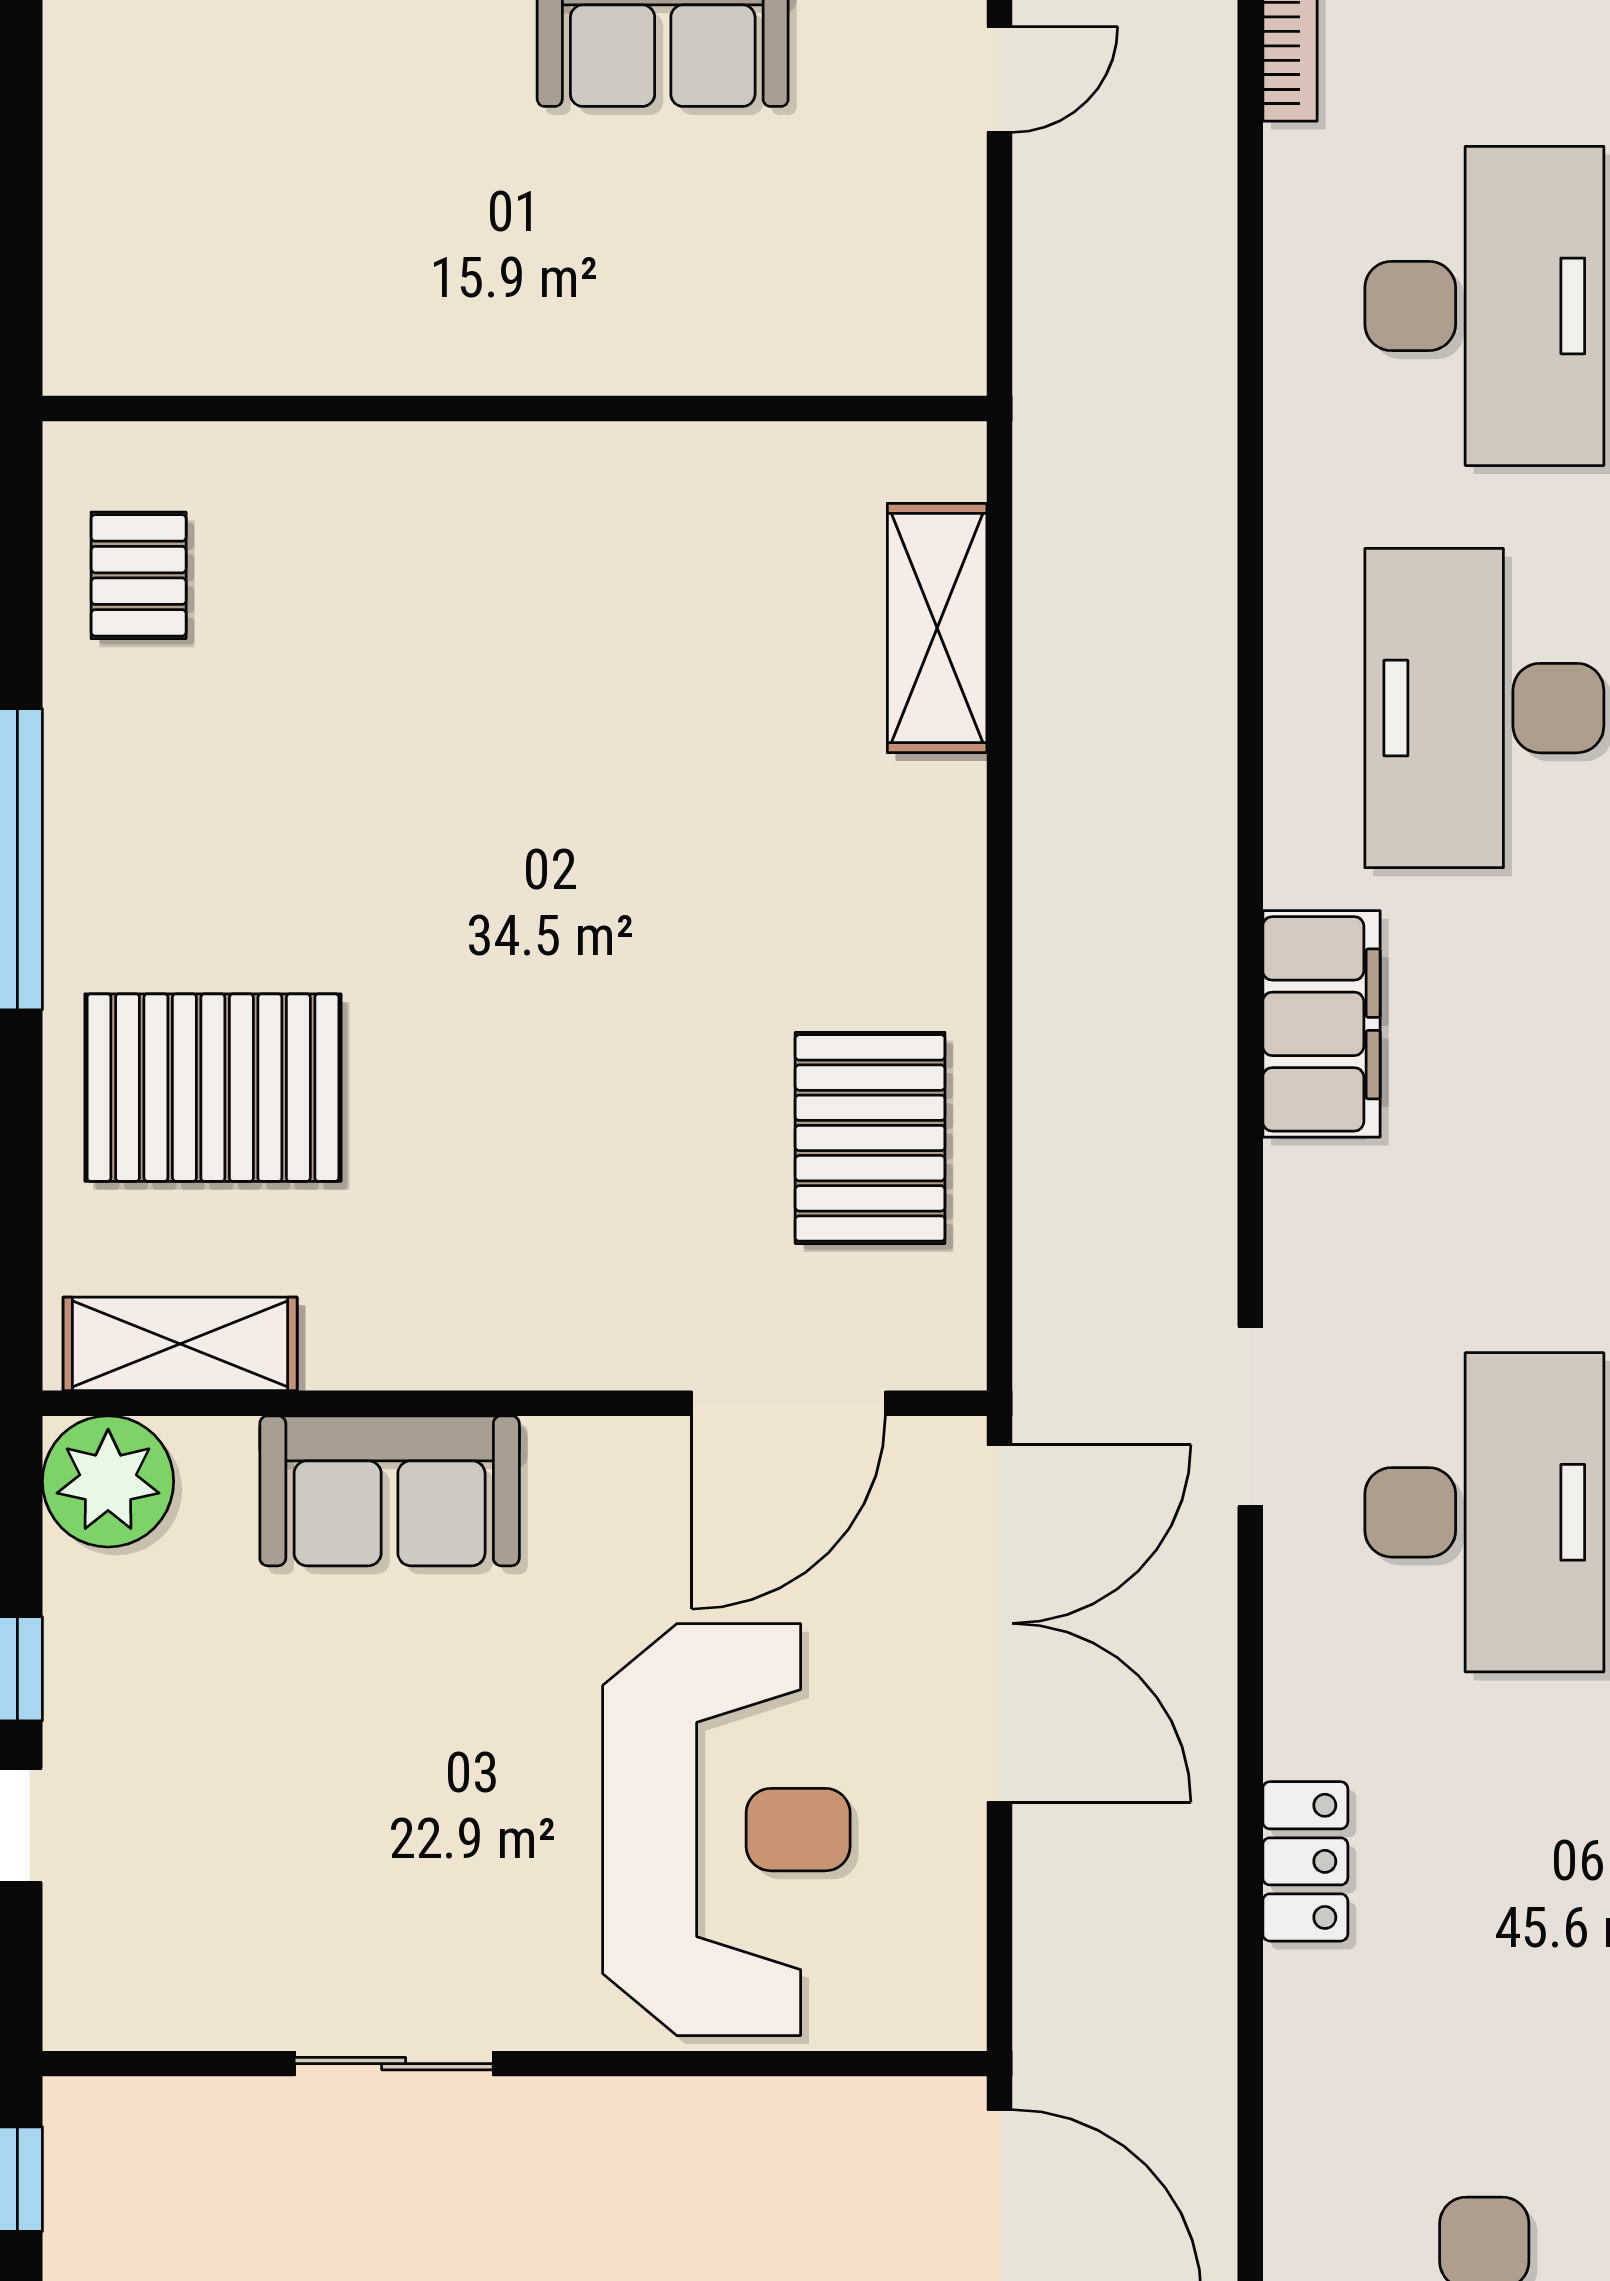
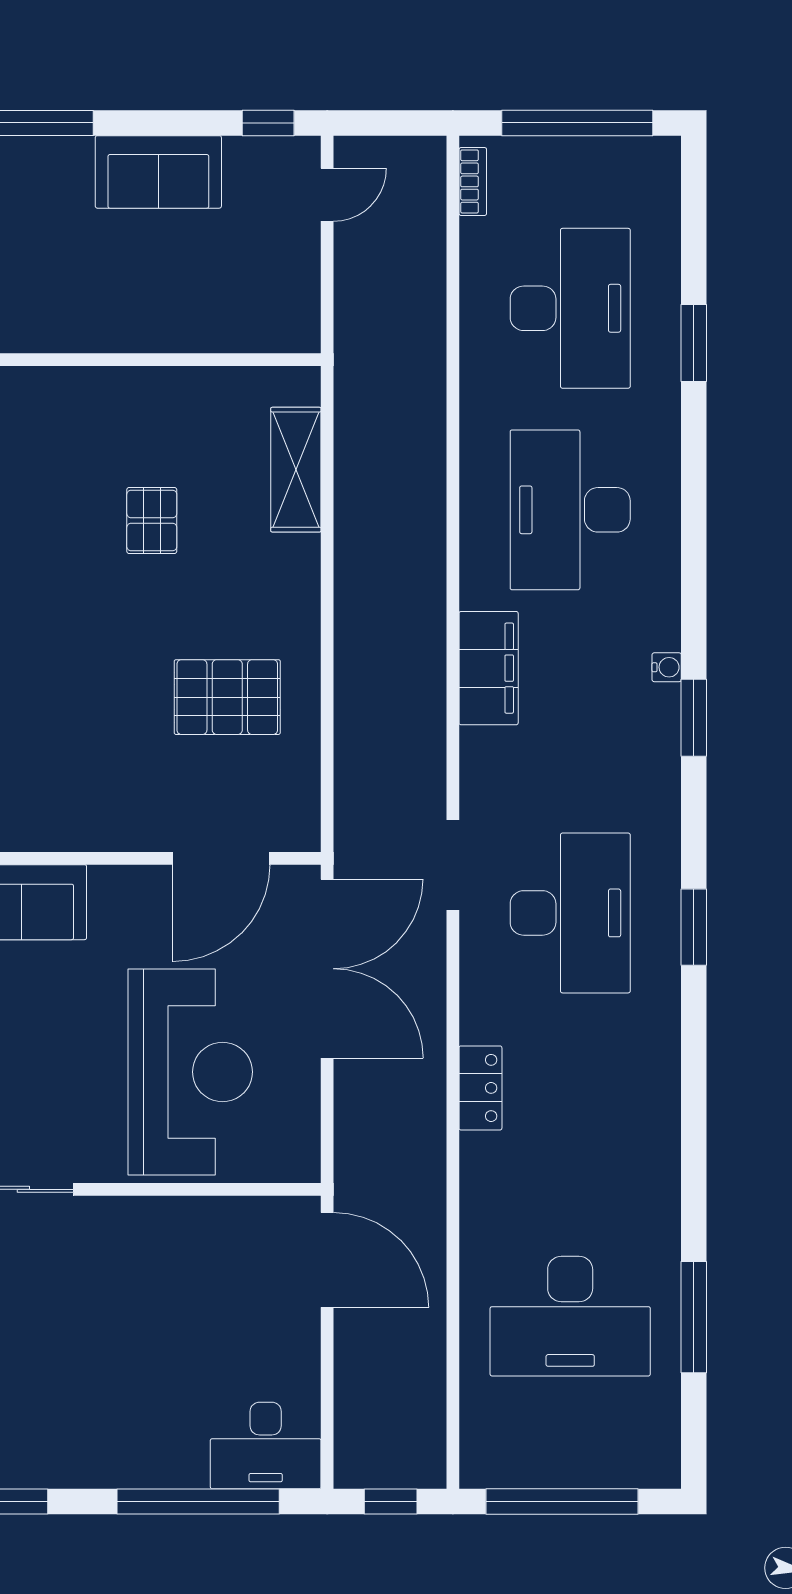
pallet: (650, 729) -> (152, 521), added
pallet: (870, 1138) -> (227, 697), moved, turned 90

